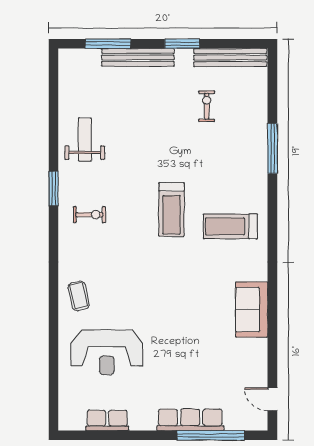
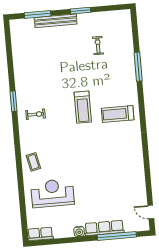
bench: (230, 58) -> (109, 16), removed
weight bench: (85, 140) -> (29, 71), removed
sofa: (252, 310) -> (134, 161), removed
reception desk: (107, 352) -> (53, 193), turned 180
row of seats: (107, 420) -> (40, 234), moved
water cooler: (147, 422) -> (79, 231), added

